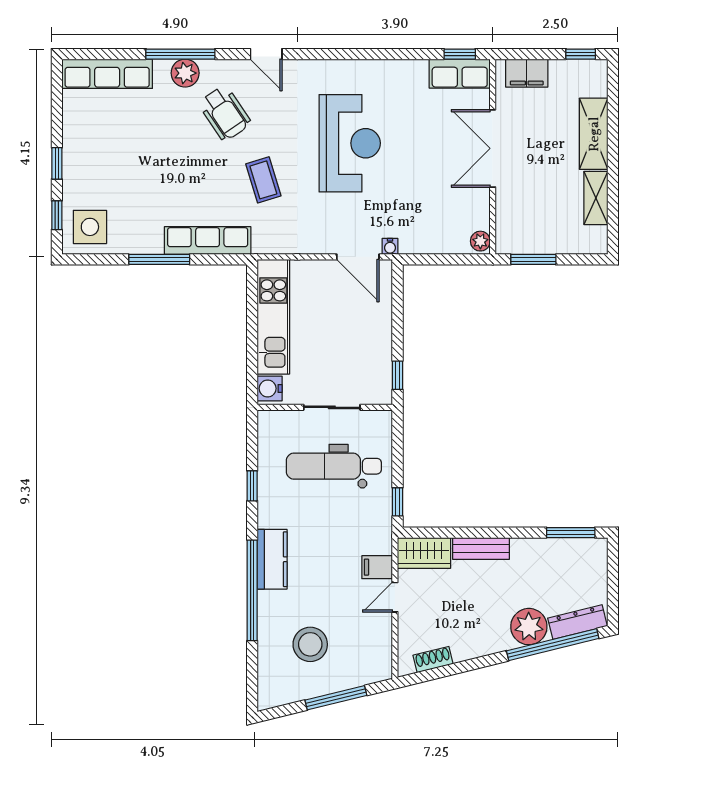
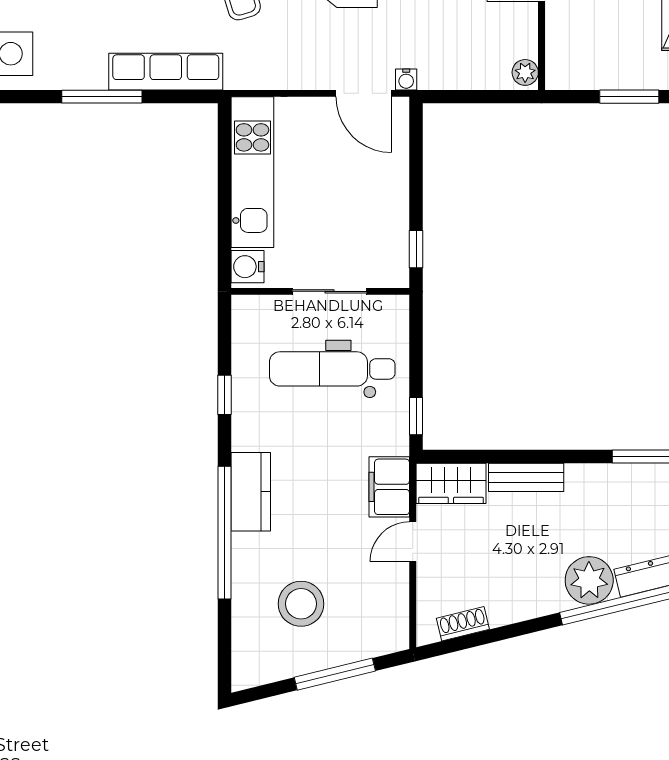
window: (533, 259) -> (629, 97), moved
filing cabinet: (377, 567) -> (389, 487), width x2.00

